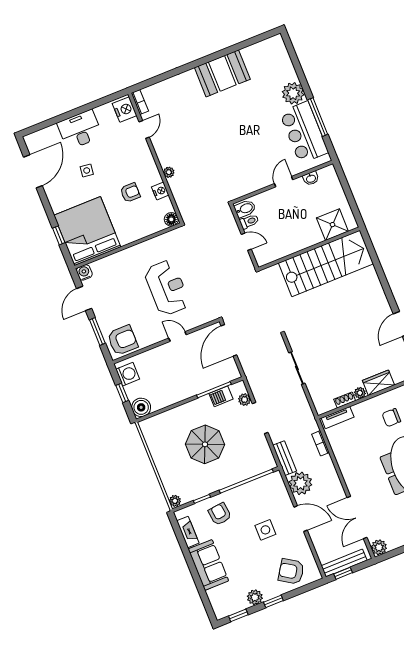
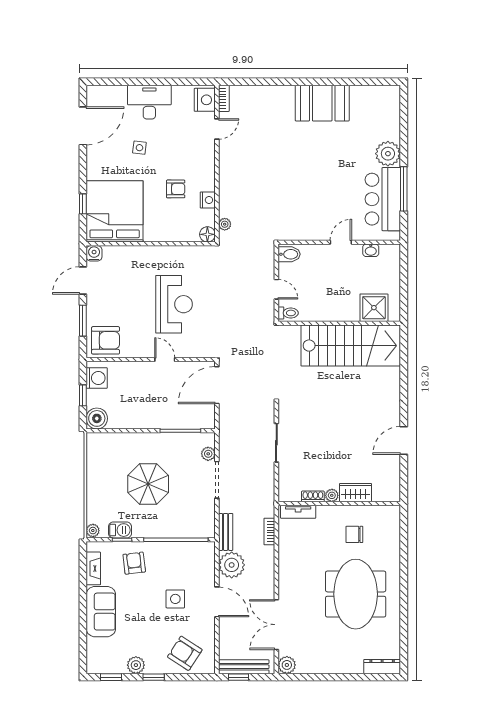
plant: (169, 172) -> (225, 224), moved
toilet: (249, 221) -> (288, 313), moved
barbecue: (221, 396) -> (120, 530), moved, turned 180

